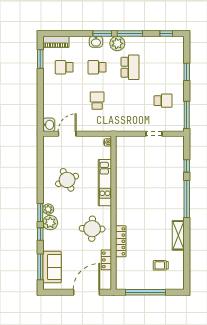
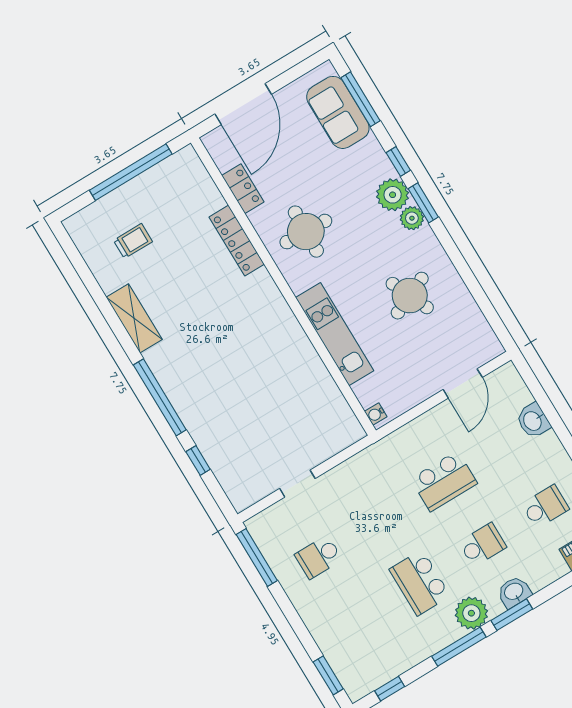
window: (187, 72) -> (328, 675), moved
school desk: (97, 101) -> (444, 481), width x1.85
washbasin: (49, 125) -> (533, 421), moved

